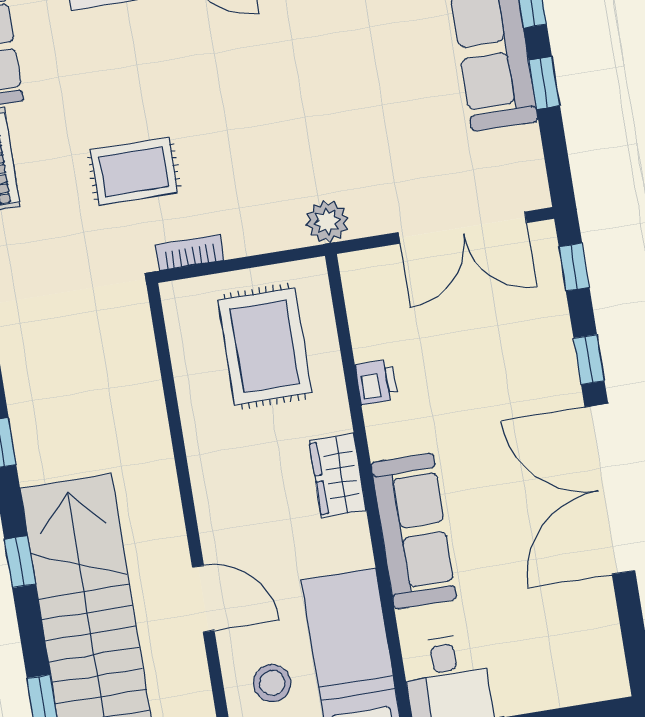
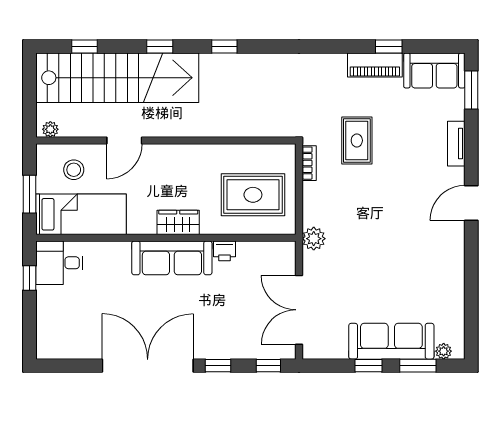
sofa: (414, 531) -> (172, 258), moved

